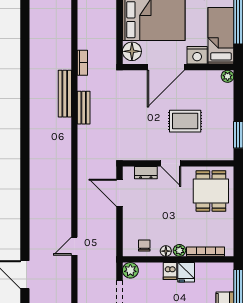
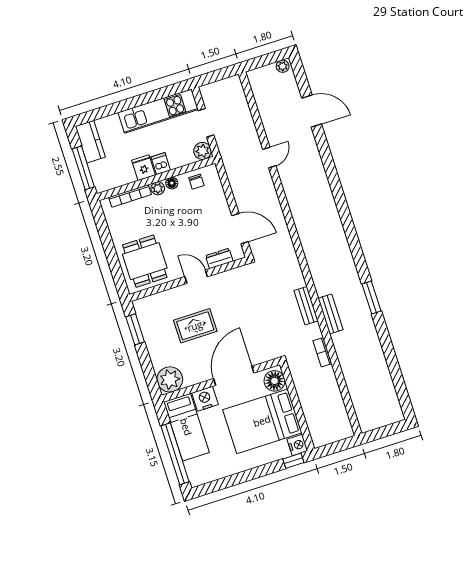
plant: (228, 76) -> (170, 379), width x1.88, depth x1.88
bench: (65, 94) -> (331, 314), width x0.73
window: (25, 97) -> (371, 298), added

